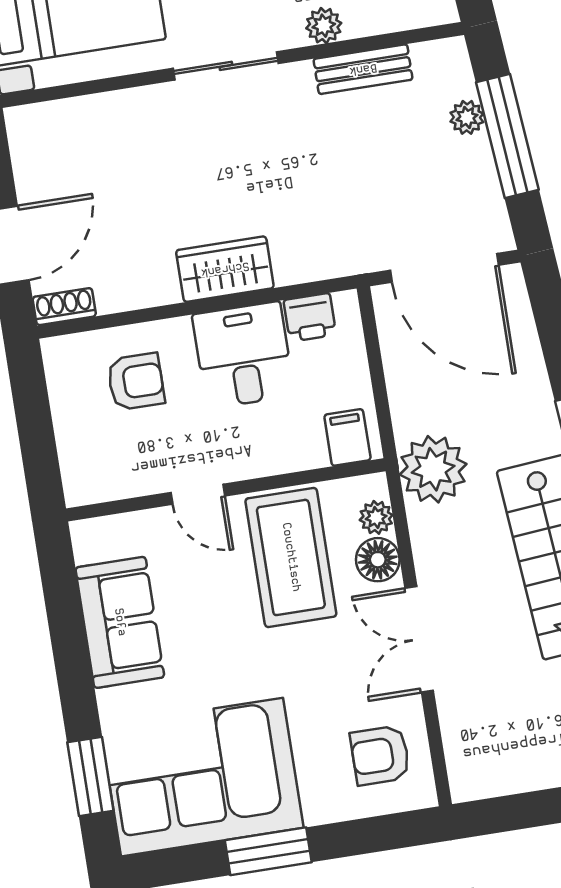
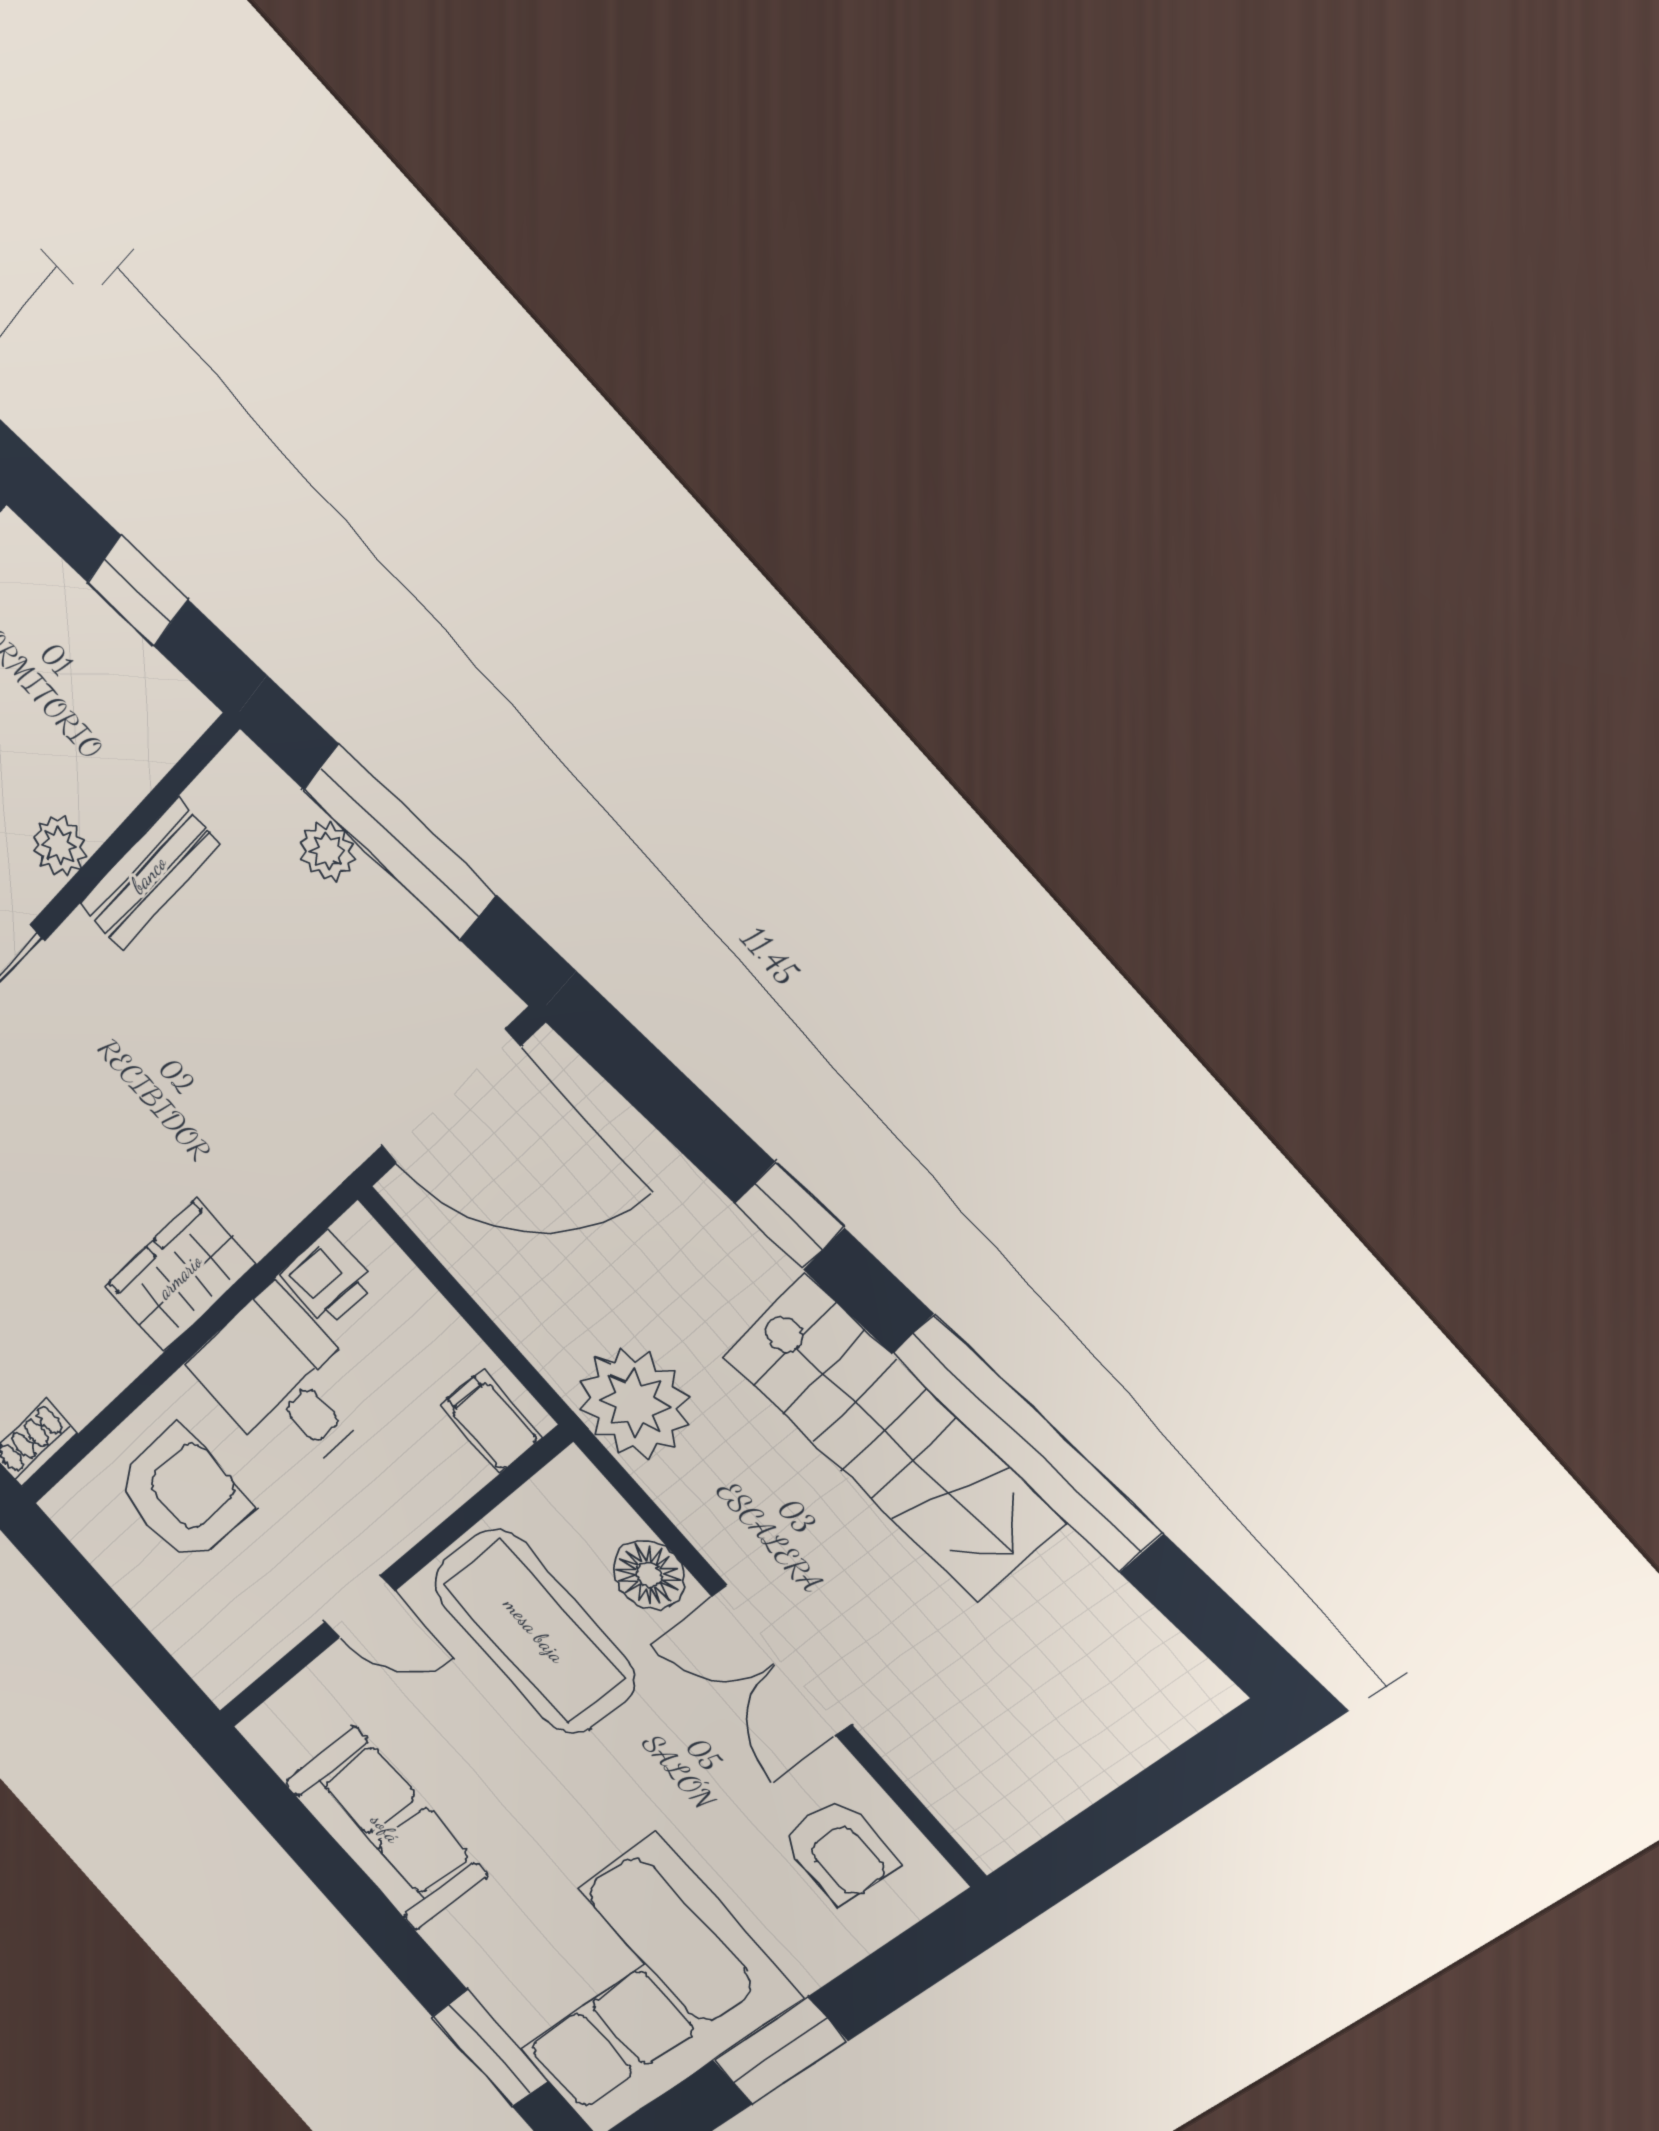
armchair: (136, 382) -> (183, 1495), width x1.38, depth x1.38
plant: (376, 517) -> (606, 1515), removed
armchair: (380, 755) -> (839, 1851), turned -90

